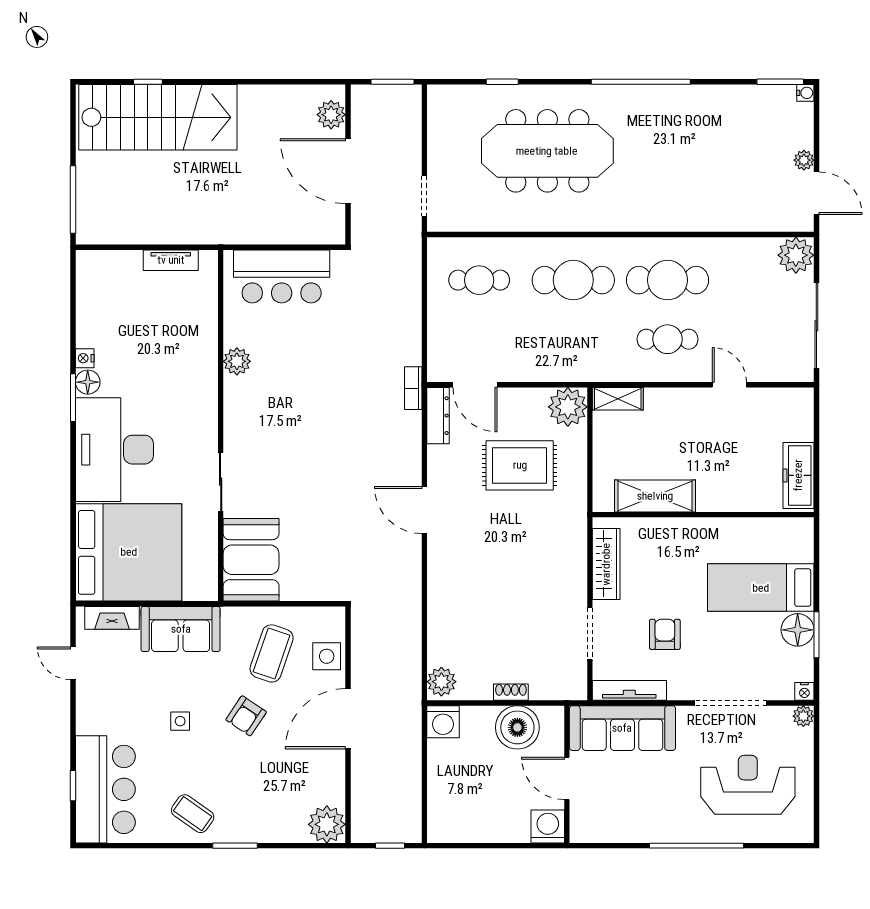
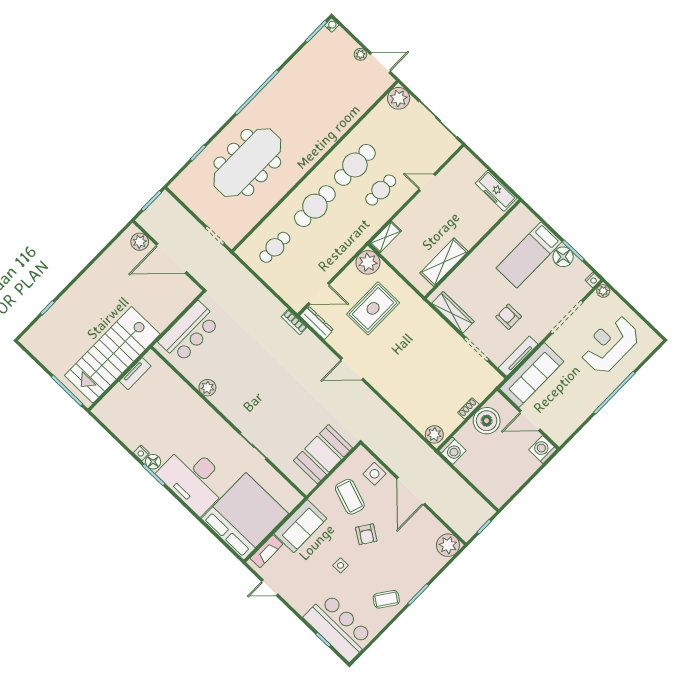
stairs: (158, 117) -> (112, 355), moved, turned 180
booth: (251, 560) -> (323, 454), moved, turned 90

